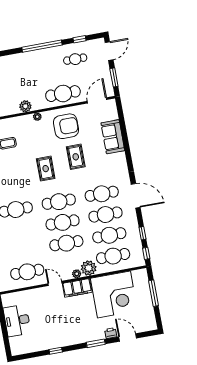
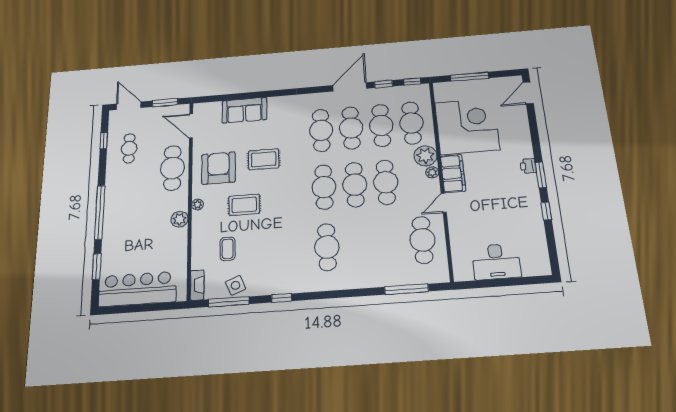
window: (42, 46) -> (100, 212), moved
rug: (46, 169) -> (244, 205), moved
door: (136, 196) -> (350, 87), moved
printer: (111, 333) -> (528, 166), moved
door: (128, 338) -> (528, 93), moved
window: (96, 343) -> (541, 175), moved

